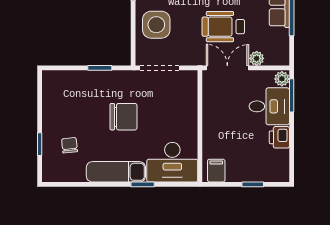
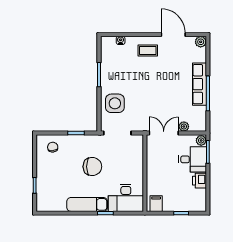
wheelchair: (223, 27) -> (161, 105), removed
chair: (70, 145) -> (53, 147), moved

